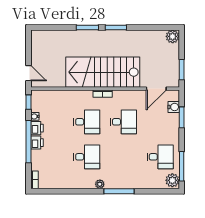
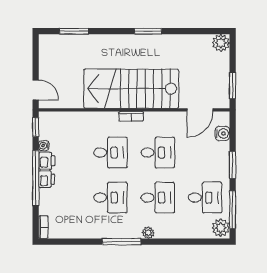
window: (87, 27) -> (74, 31), moved
window: (182, 117) -> (233, 165), moved
desk: (123, 157) -> (158, 198), added
plant: (100, 184) -> (148, 233), moved
window: (119, 191) -> (122, 242), moved

